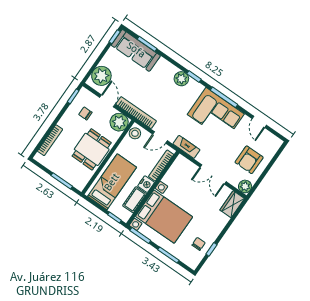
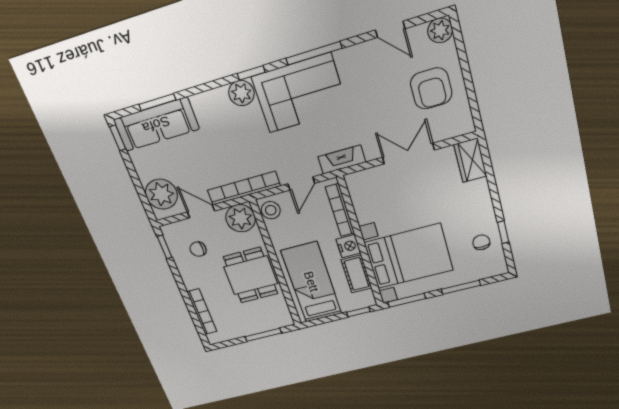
corner sofa: (216, 114) -> (300, 93), moved
double door: (213, 174) -> (408, 154), swing flipped
plant: (245, 186) -> (440, 30), moved

